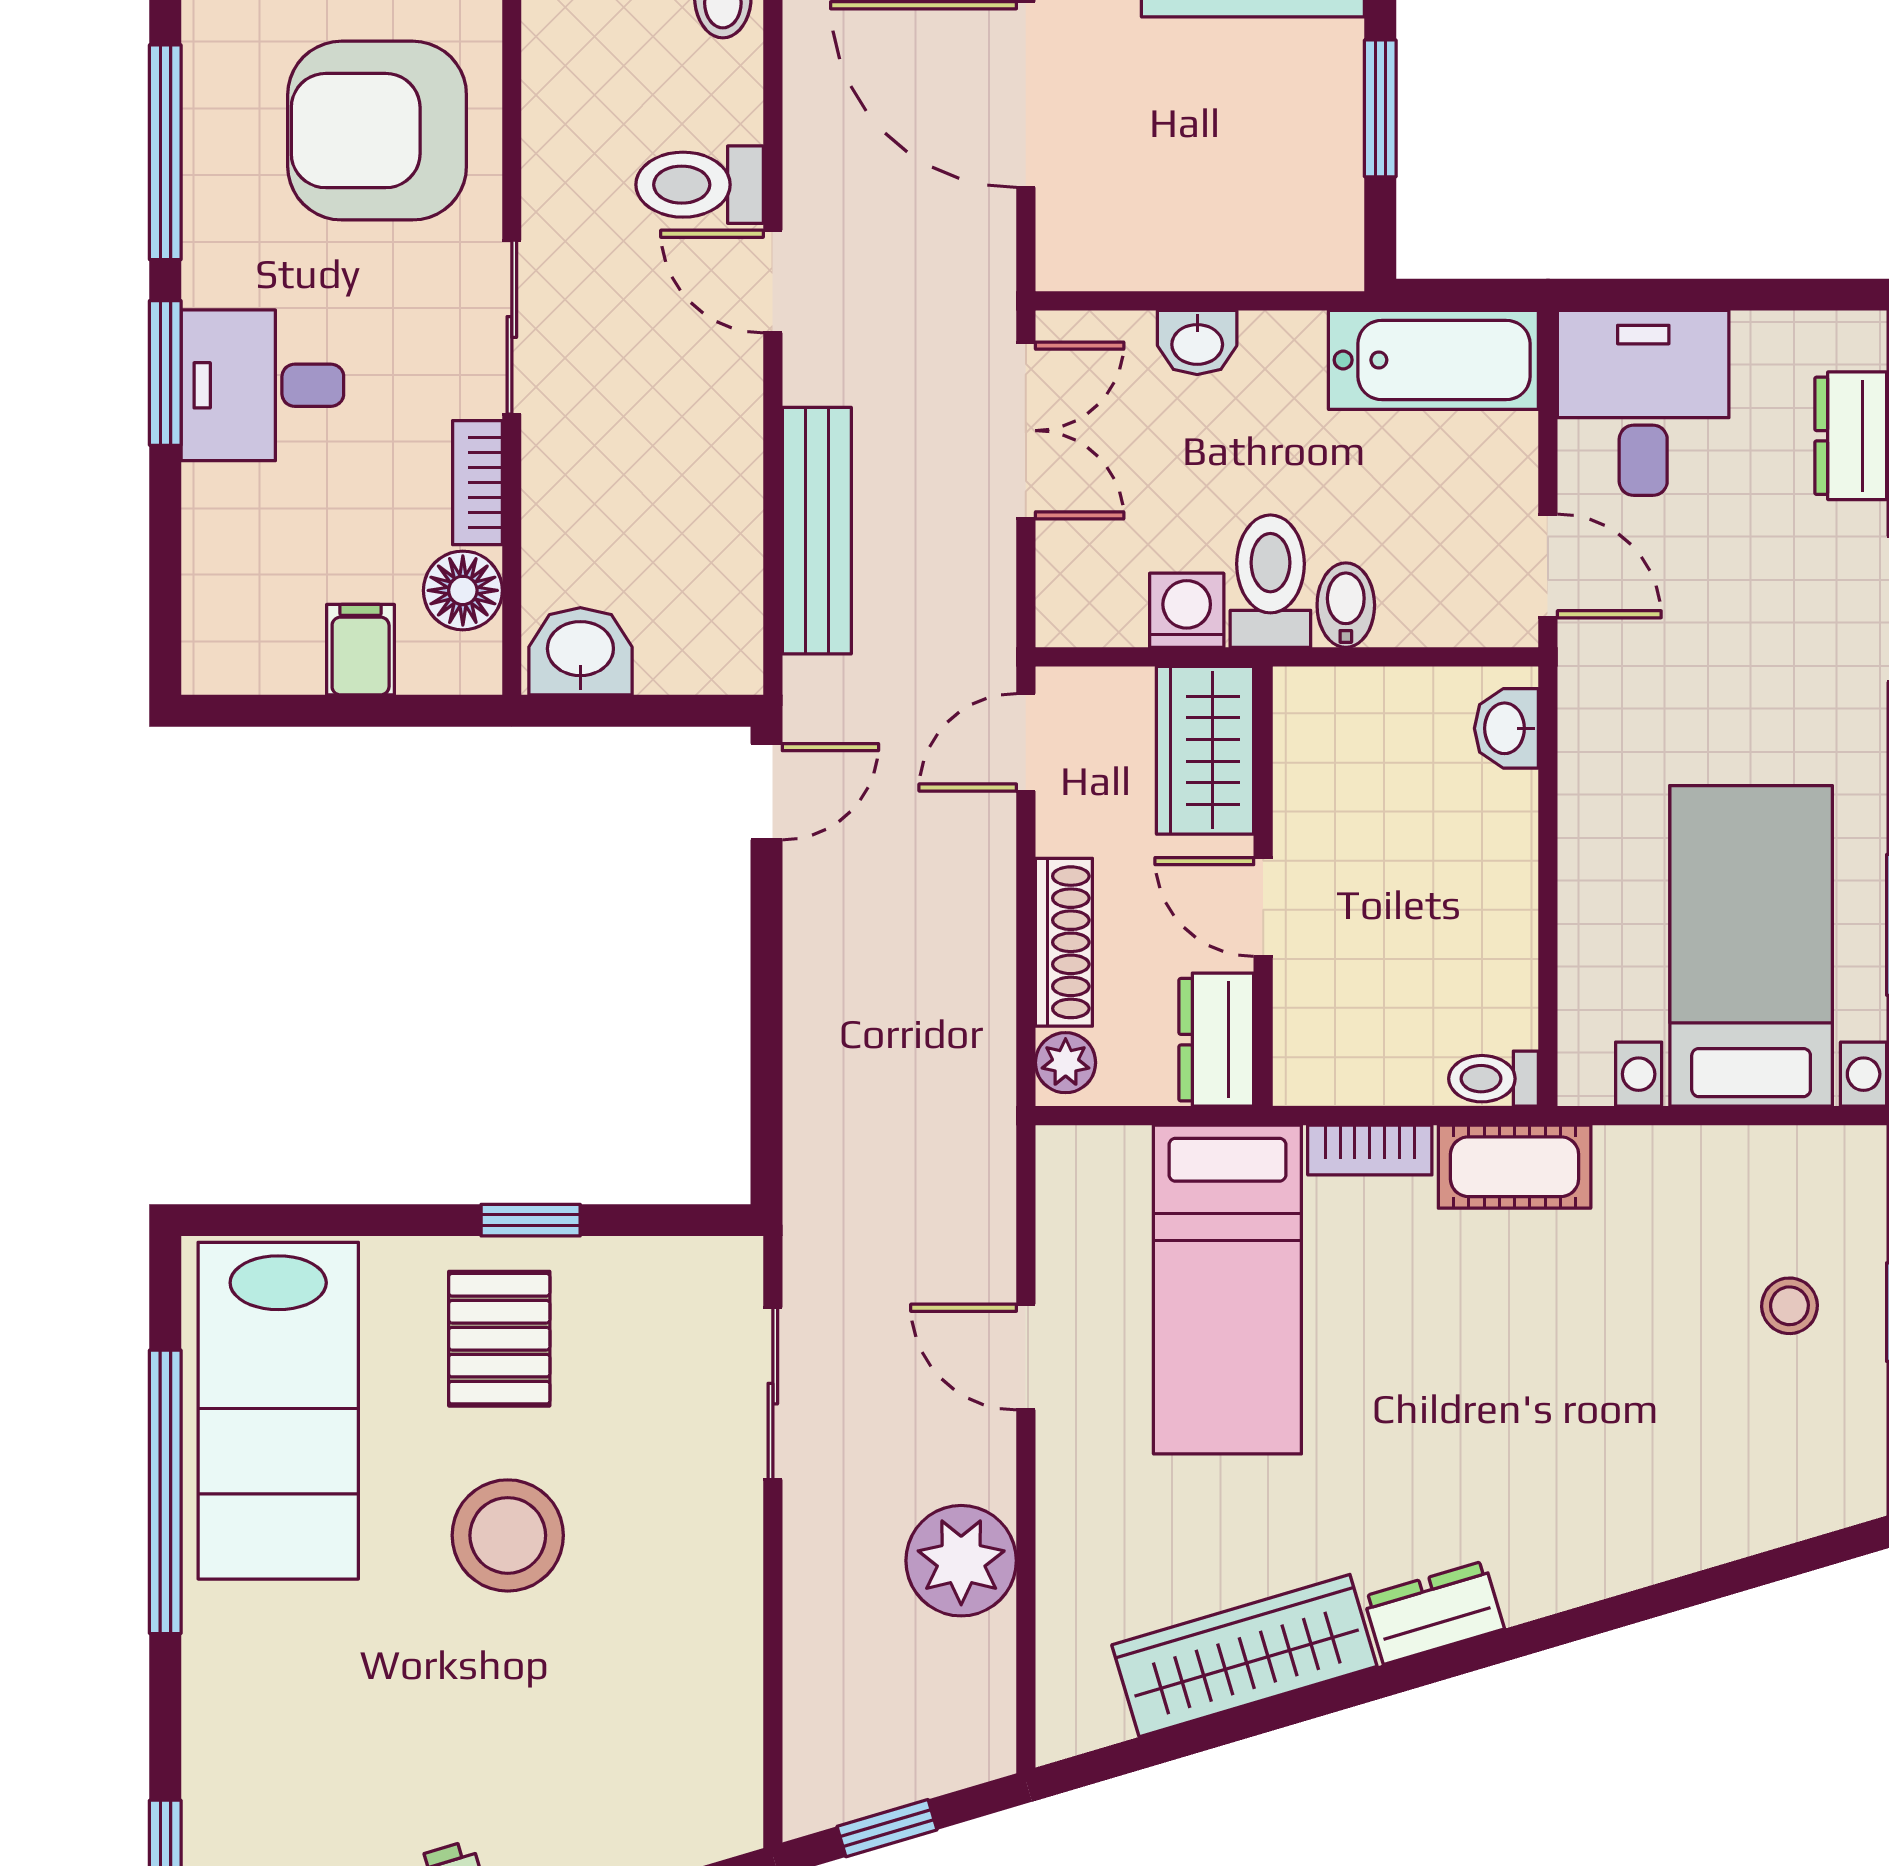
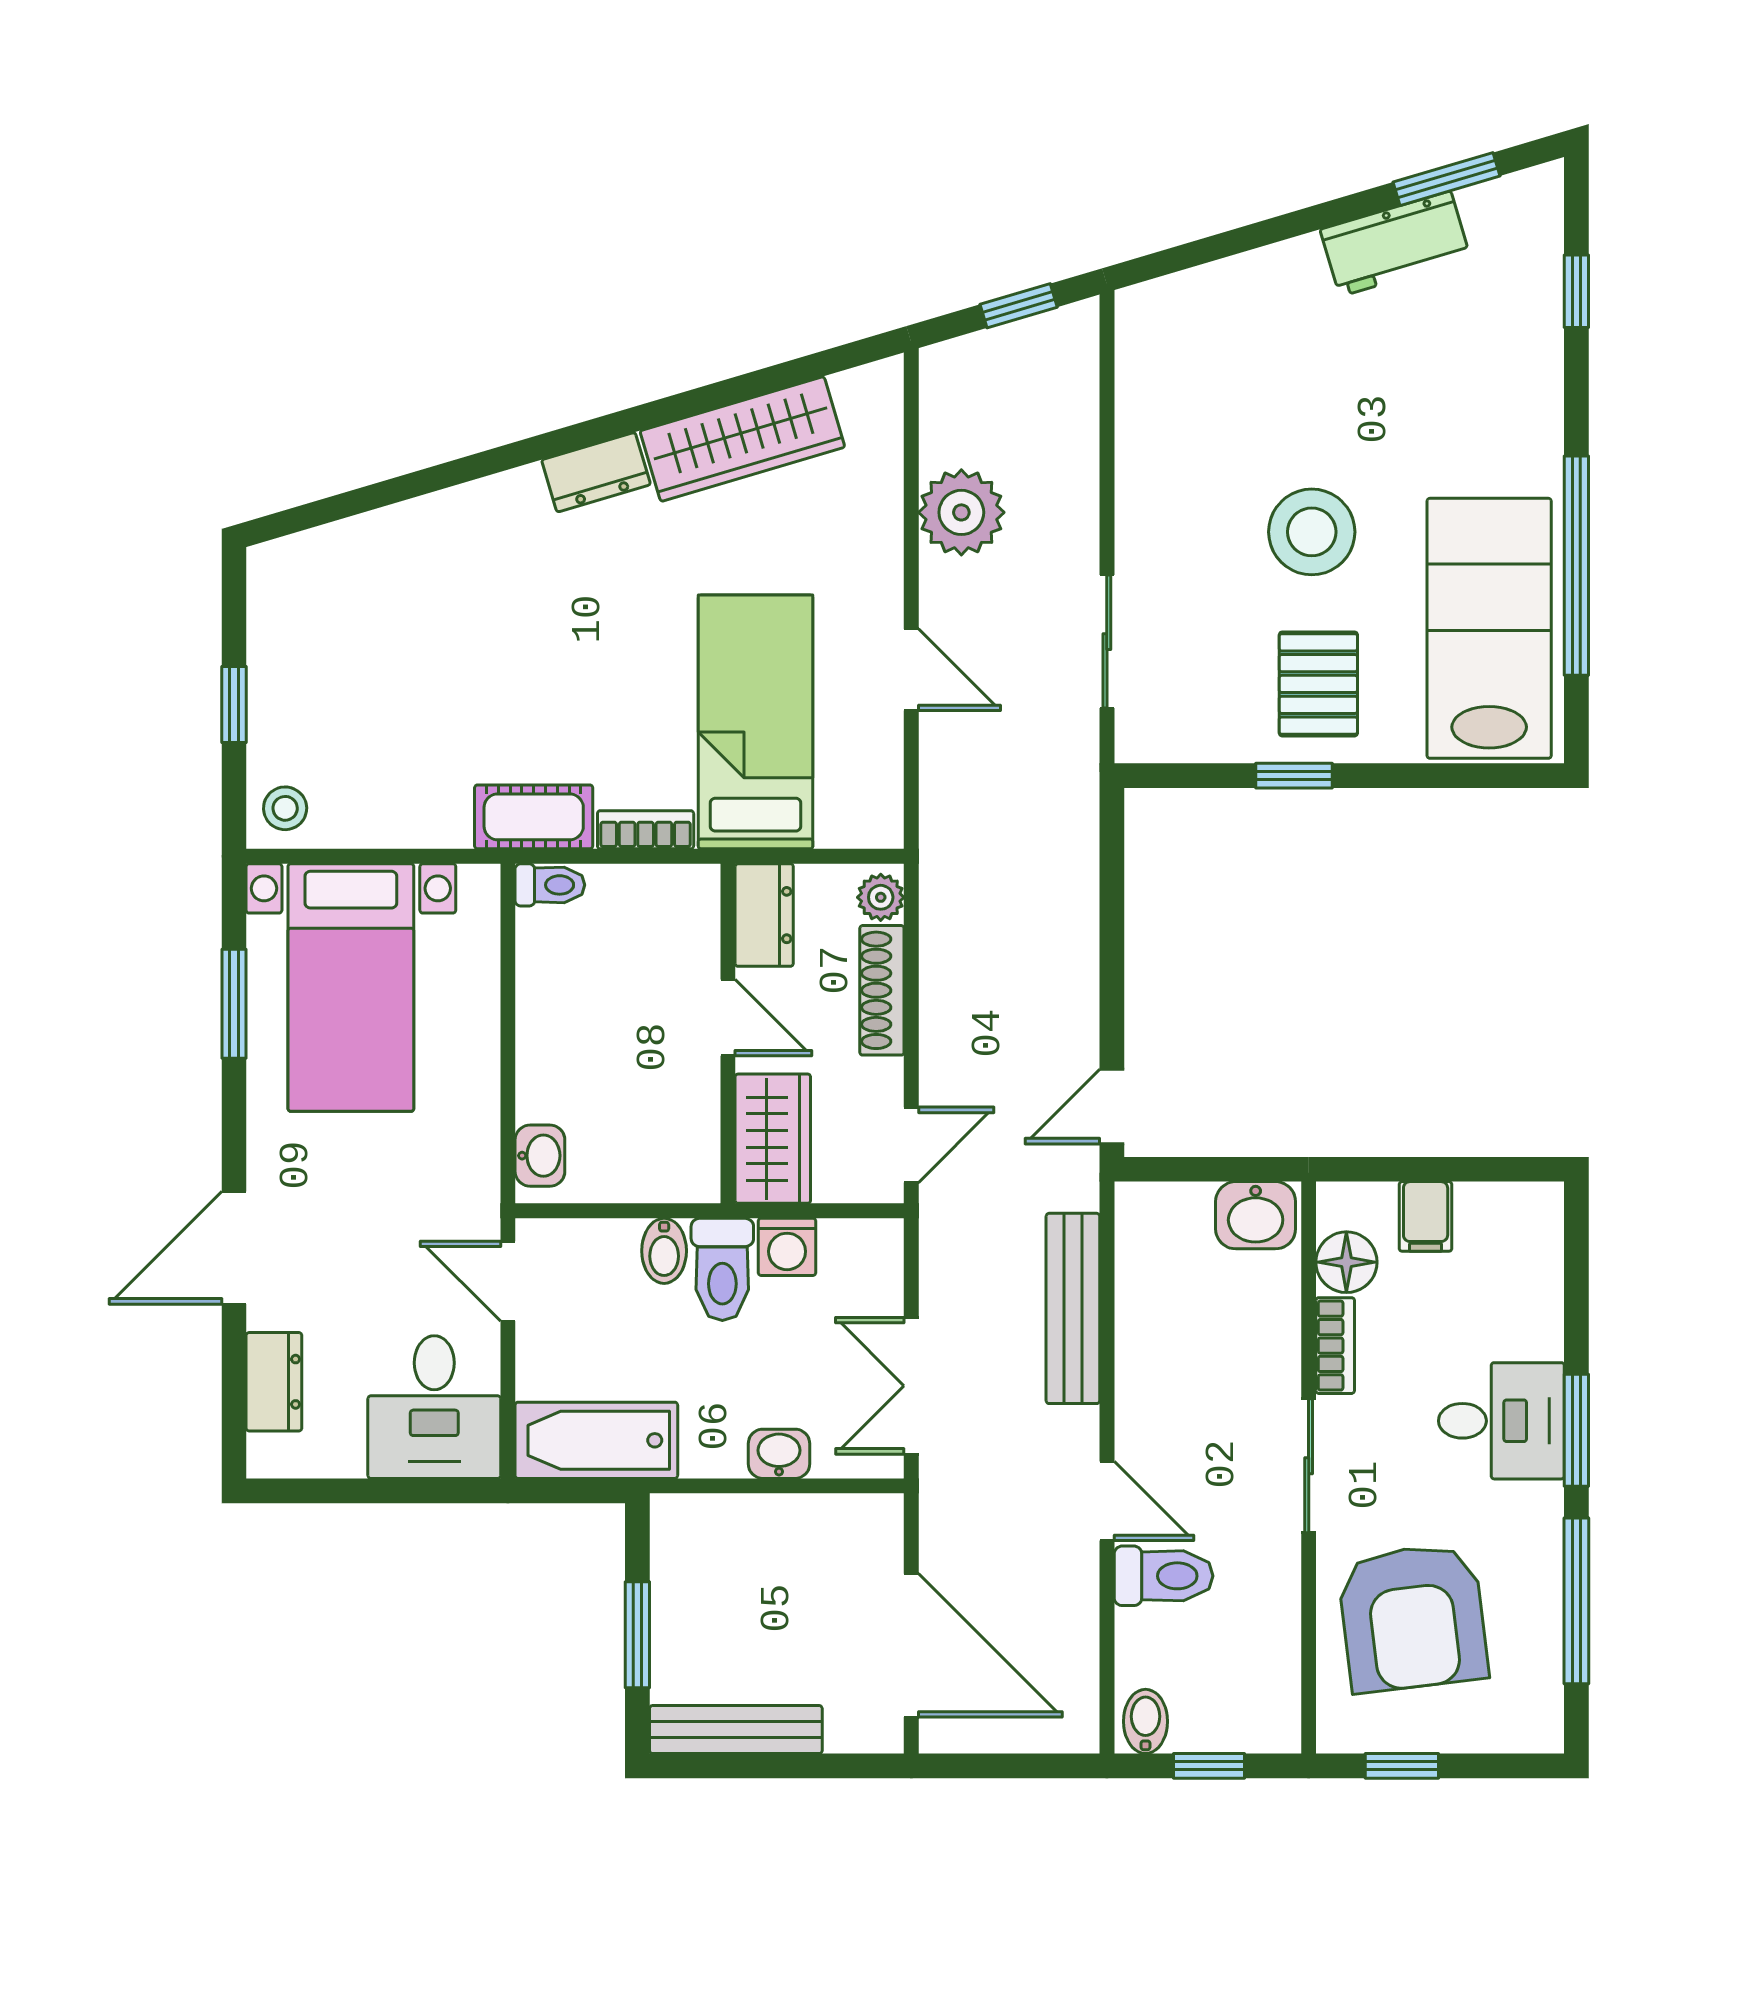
armchair: (377, 131) -> (1413, 1618), turned 83
stool: (1789, 1306) -> (285, 808), moved

